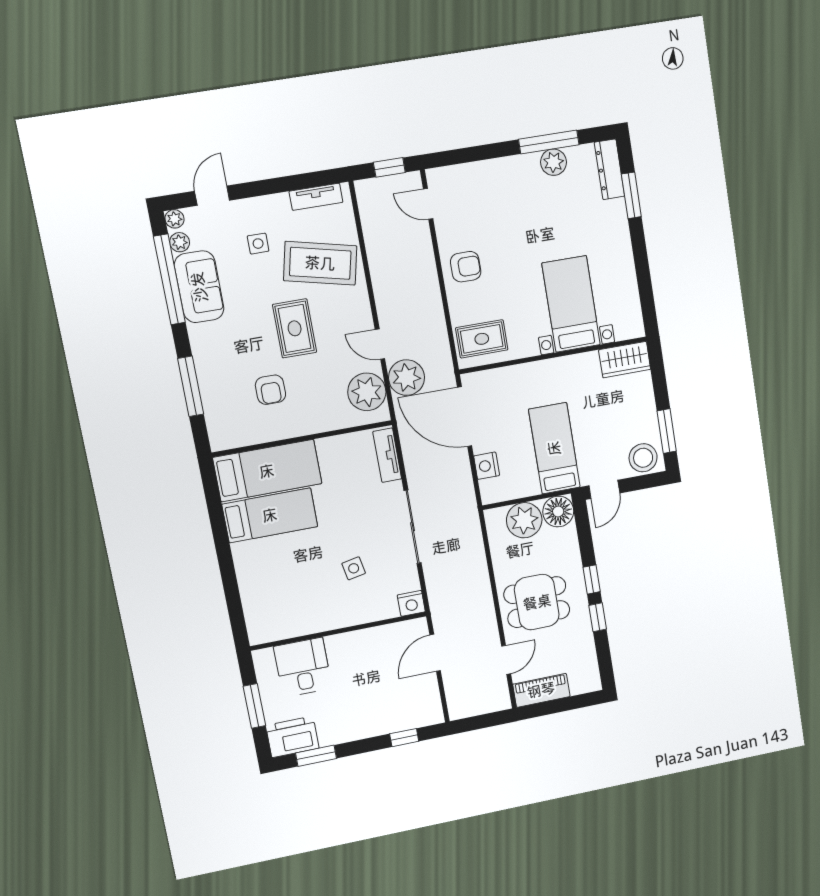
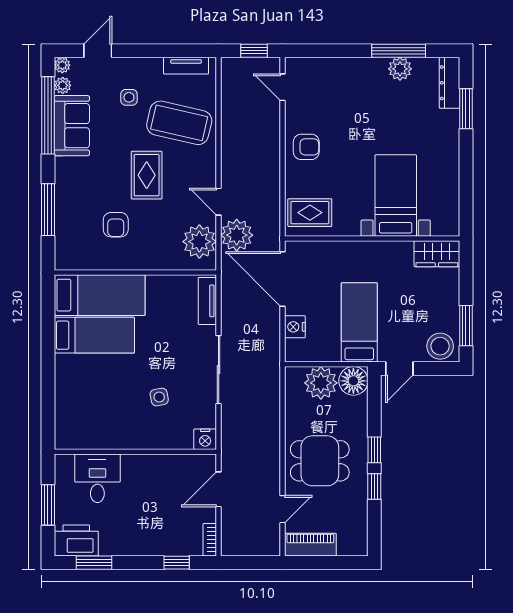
bookcase: (435, 707) -> (210, 540), added

